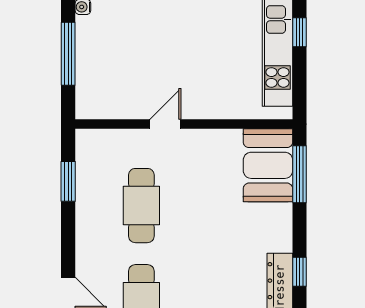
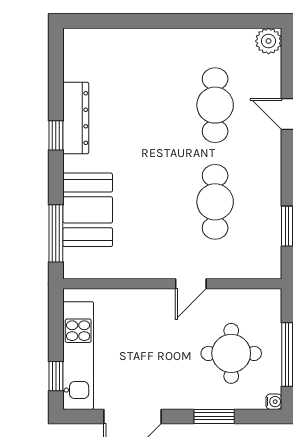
round table: (125, 55) -> (231, 353), added
booth: (268, 165) -> (88, 210), moved

